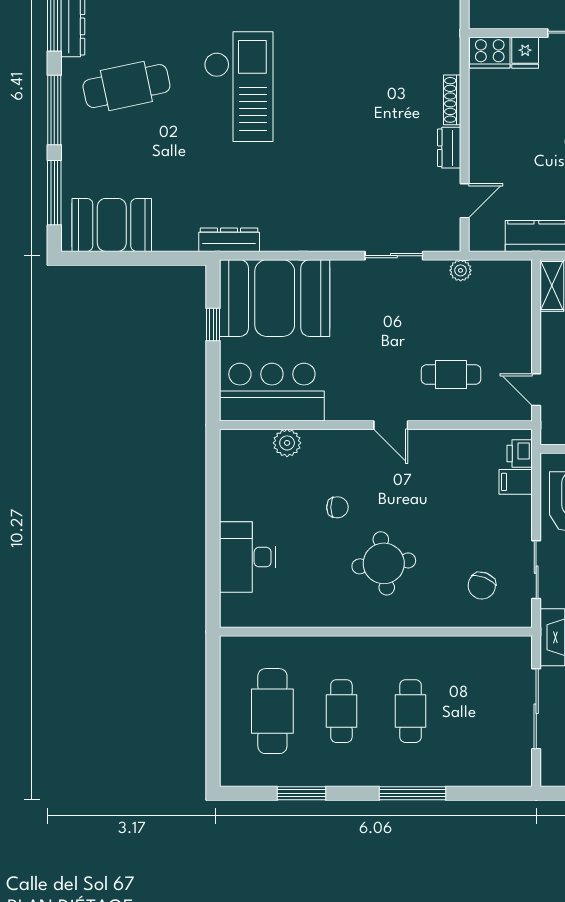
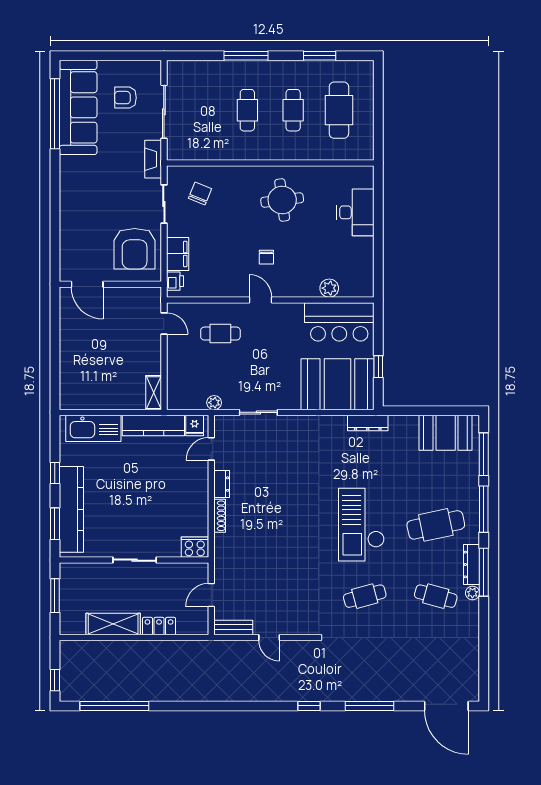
fridge: (525, 53) -> (195, 426), moved, turned 180
filing cabinet: (516, 482) -> (178, 254), width x2.00
chair: (337, 507) -> (266, 257), moved, turned -90
round table: (384, 563) -> (282, 200), moved

